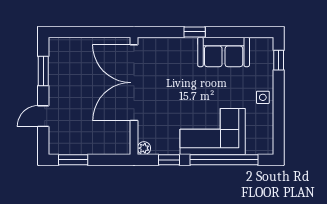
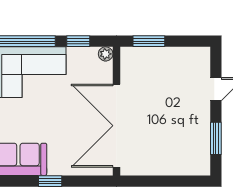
double door: (134, 83) -> (116, 126), swing flipped
window: (73, 160) -> (149, 41), moved

